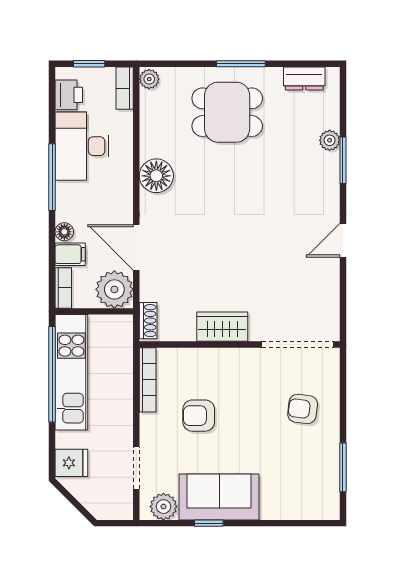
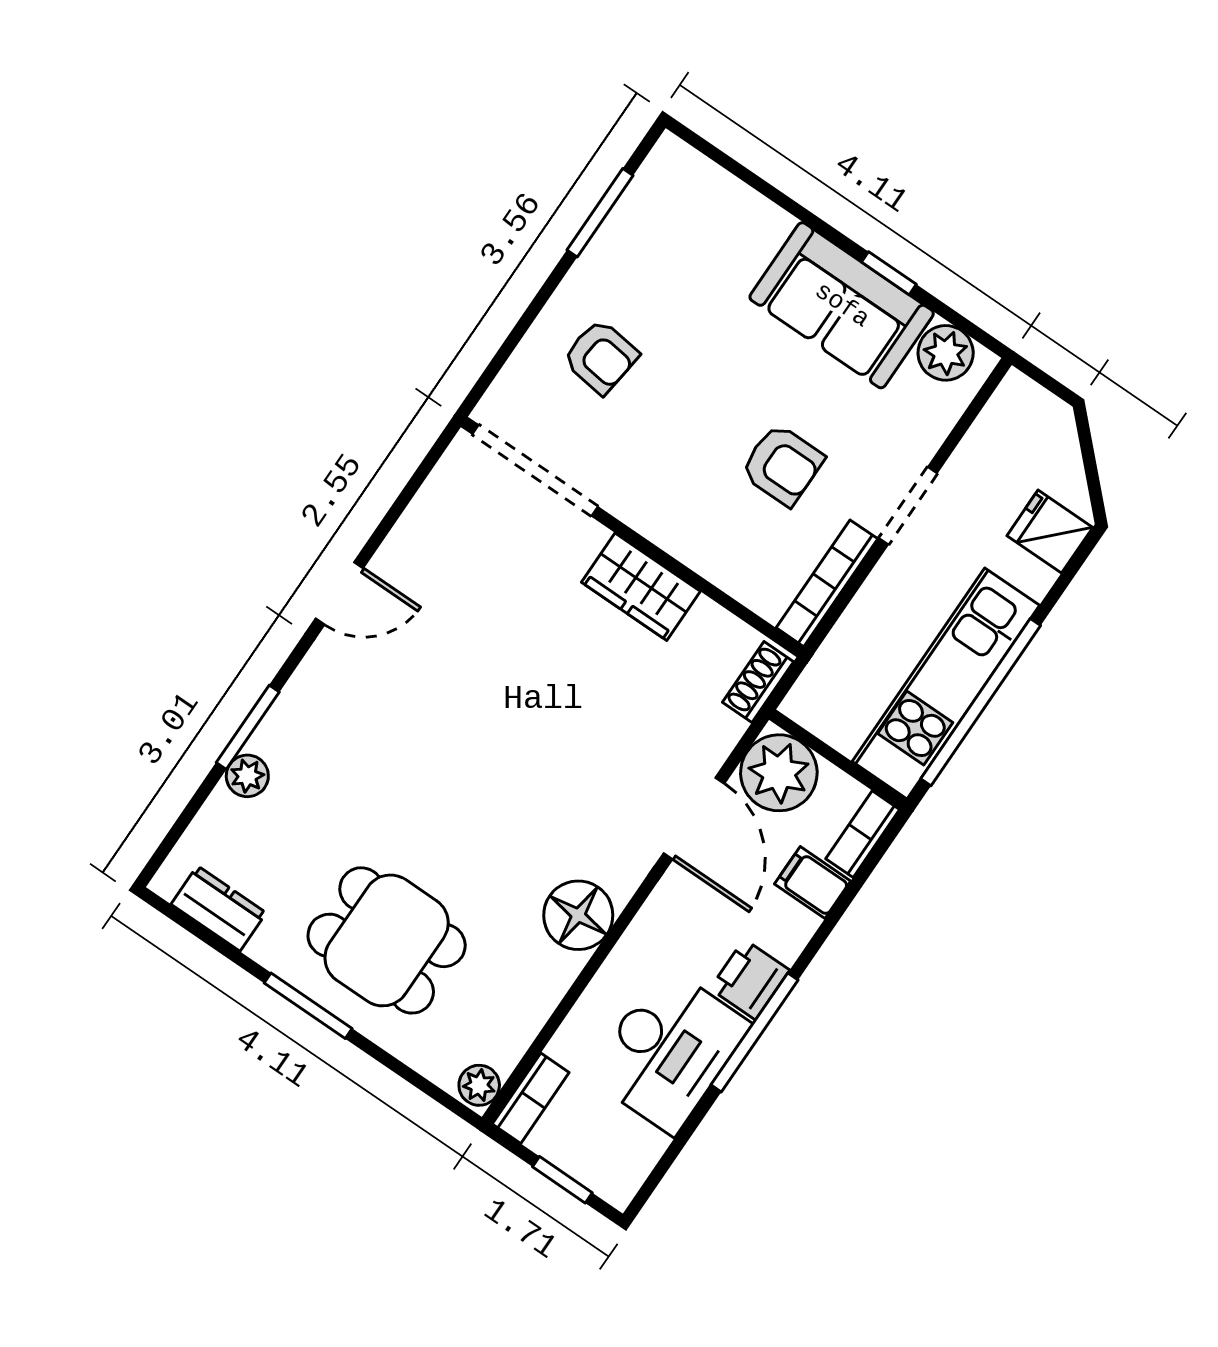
printer: (69, 95) -> (750, 979), moved
floor lamp: (64, 232) -> (797, 927), removed
doorway: (136, 468) -> (908, 506), moved

